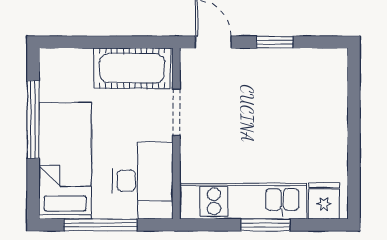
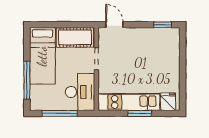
window: (275, 42) -> (163, 25), moved
window: (33, 119) -> (27, 80), moved
bed: (65, 161) -> (42, 56), moved, turned 180

